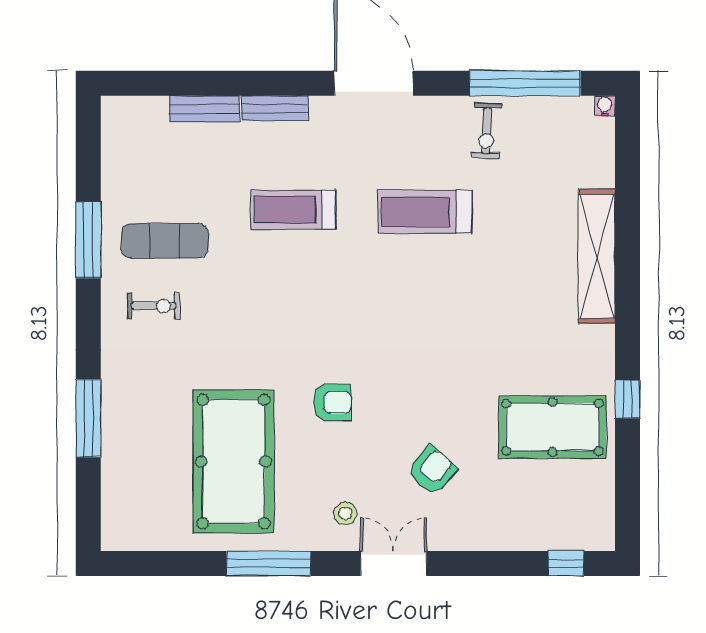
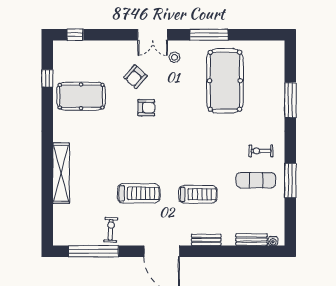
water cooler: (605, 106) -> (273, 241), moved
bench: (205, 109) -> (251, 240), moved
window: (627, 399) -> (47, 78), moved
armchair: (332, 402) -> (146, 108), moved, turned 180

